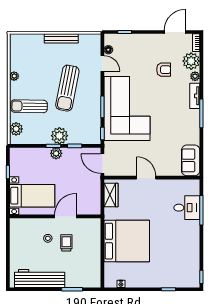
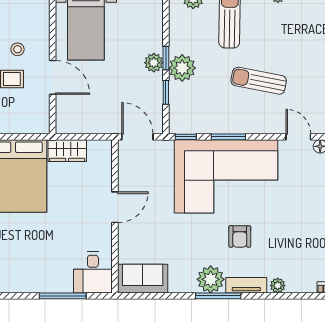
plant: (191, 61) -> (211, 279), moved
door: (102, 63) -> (298, 137), swing flipped
armchair: (164, 70) -> (240, 236), moved
sun lounger: (67, 88) -> (259, 81), width x0.73, depth x0.75
door: (102, 164) -> (137, 137), hinge flipped
wardrobe: (111, 195) -> (67, 151), moved
desk: (187, 208) -> (93, 272), moved

